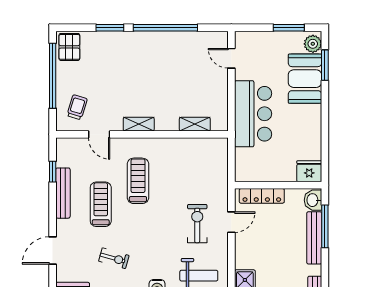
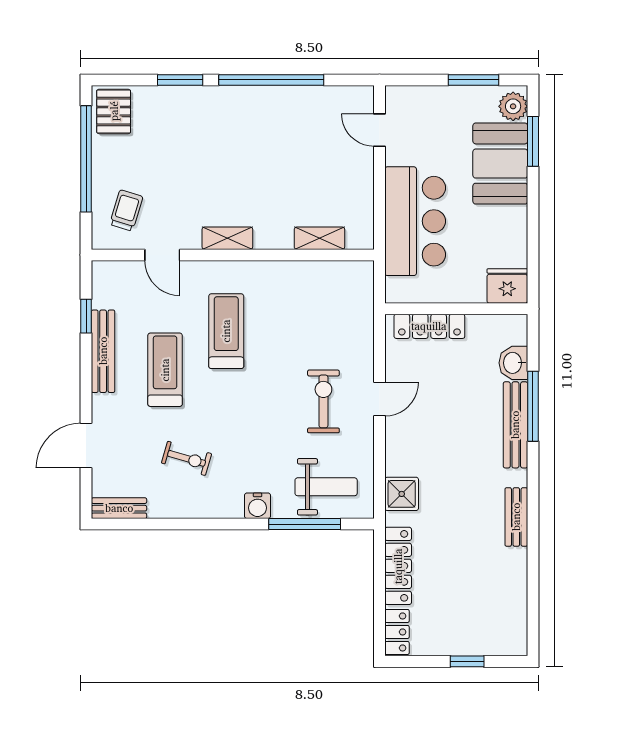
fridge: (309, 171) -> (507, 286), moved
wall: (278, 185) -> (456, 309), moved
locker: (262, 196) -> (429, 326), moved

